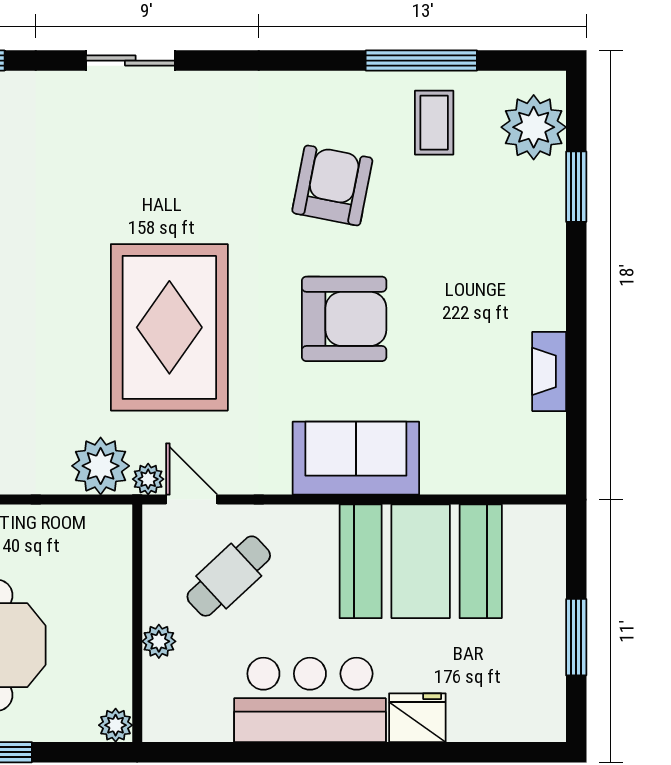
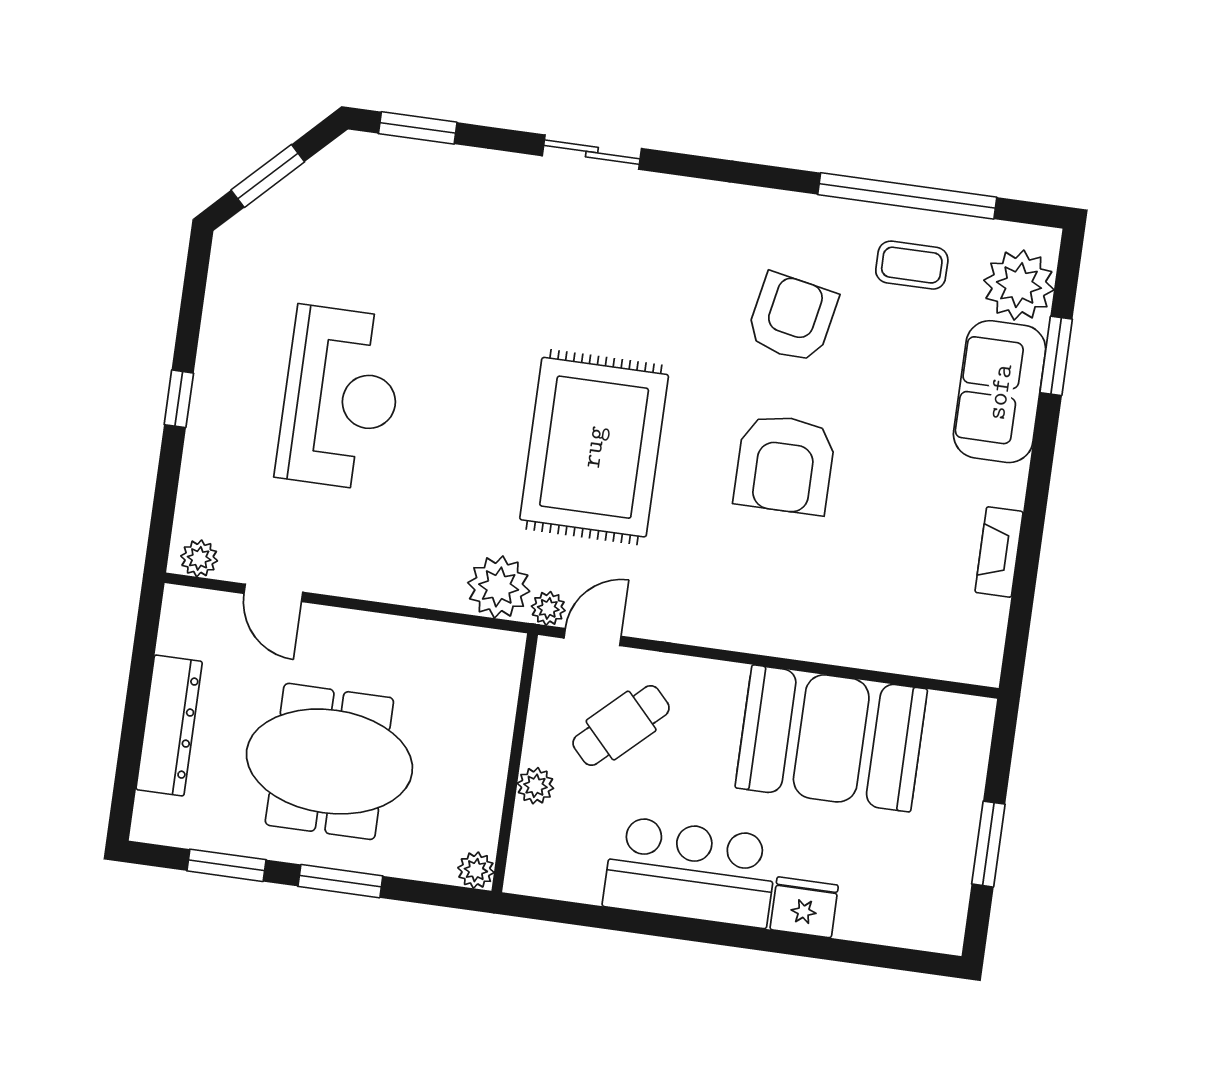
window: (421, 61) -> (907, 196), width x1.46
coffee table: (434, 123) -> (912, 265), turned 90
armchair: (344, 319) -> (785, 464), turned 90
sofa: (356, 458) -> (1000, 392), moved, turned -90
door: (192, 500) -> (592, 637), hinge flipped

